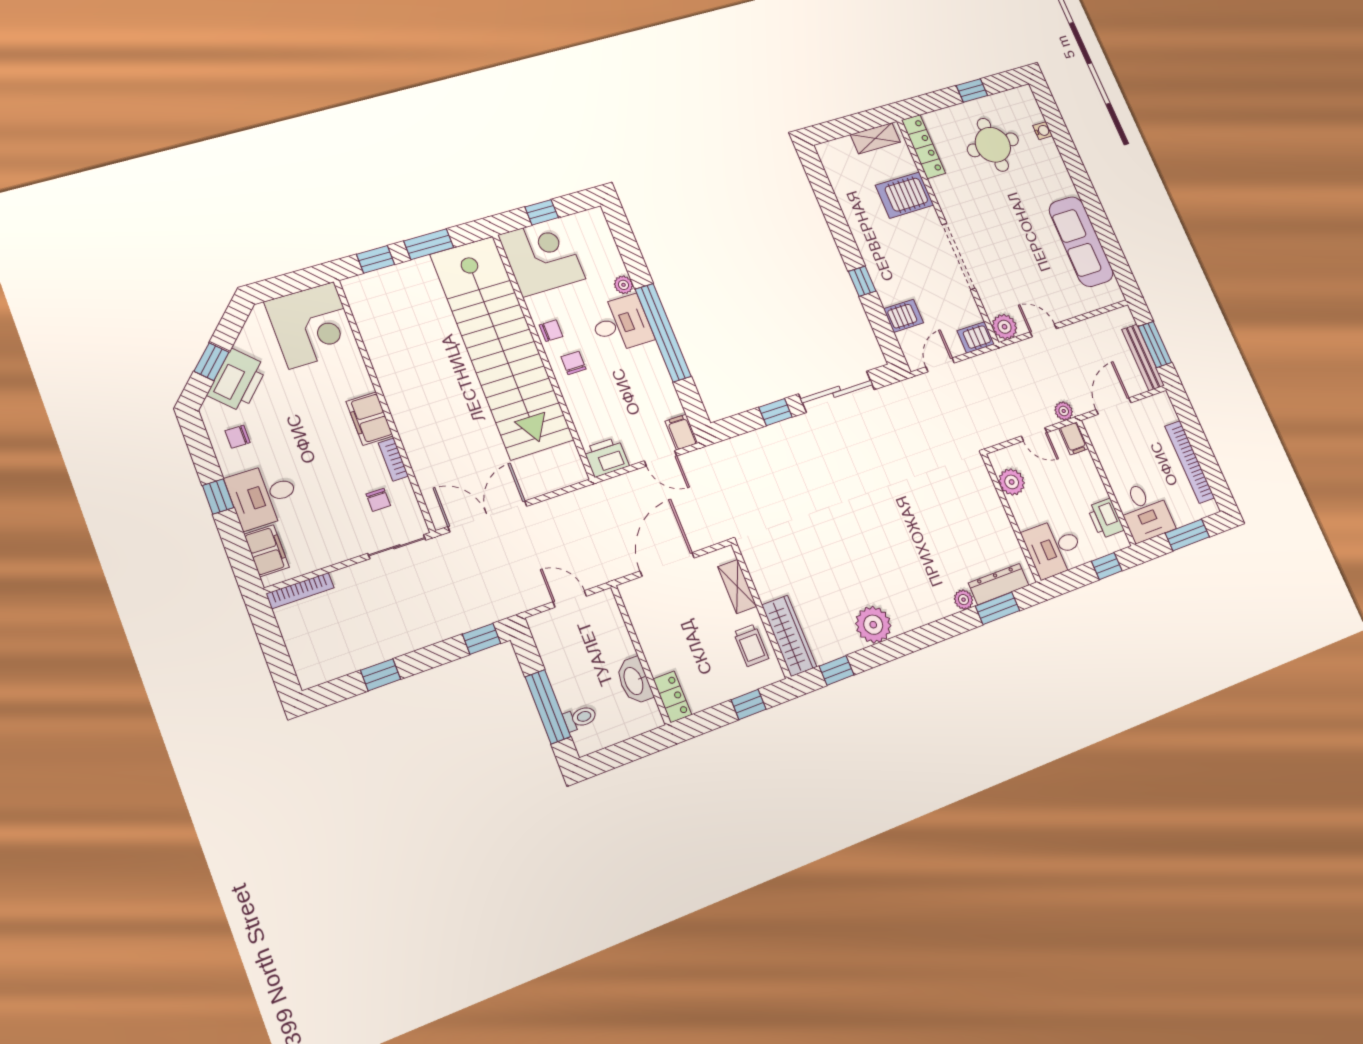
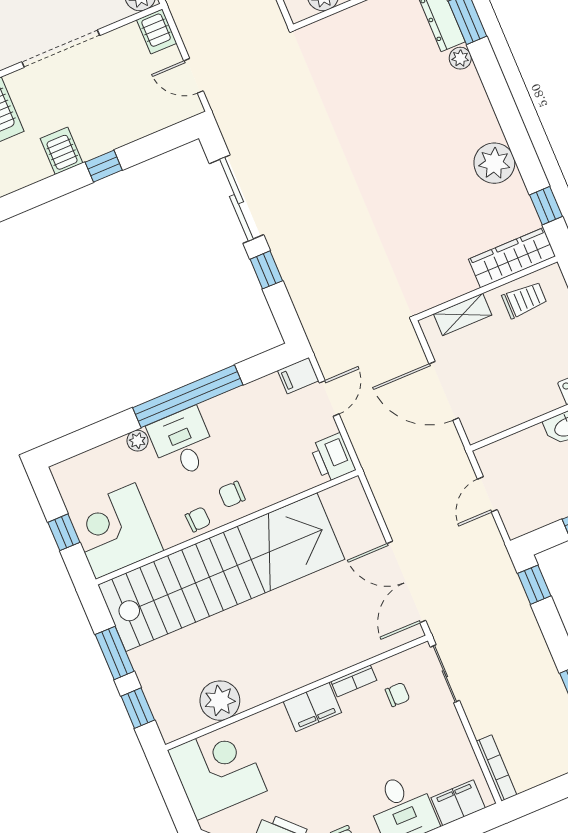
server rack: (903, 316) -> (61, 151), moved
chair: (551, 331) -> (198, 519), turned 87
plant: (380, 334) -> (220, 701), added

